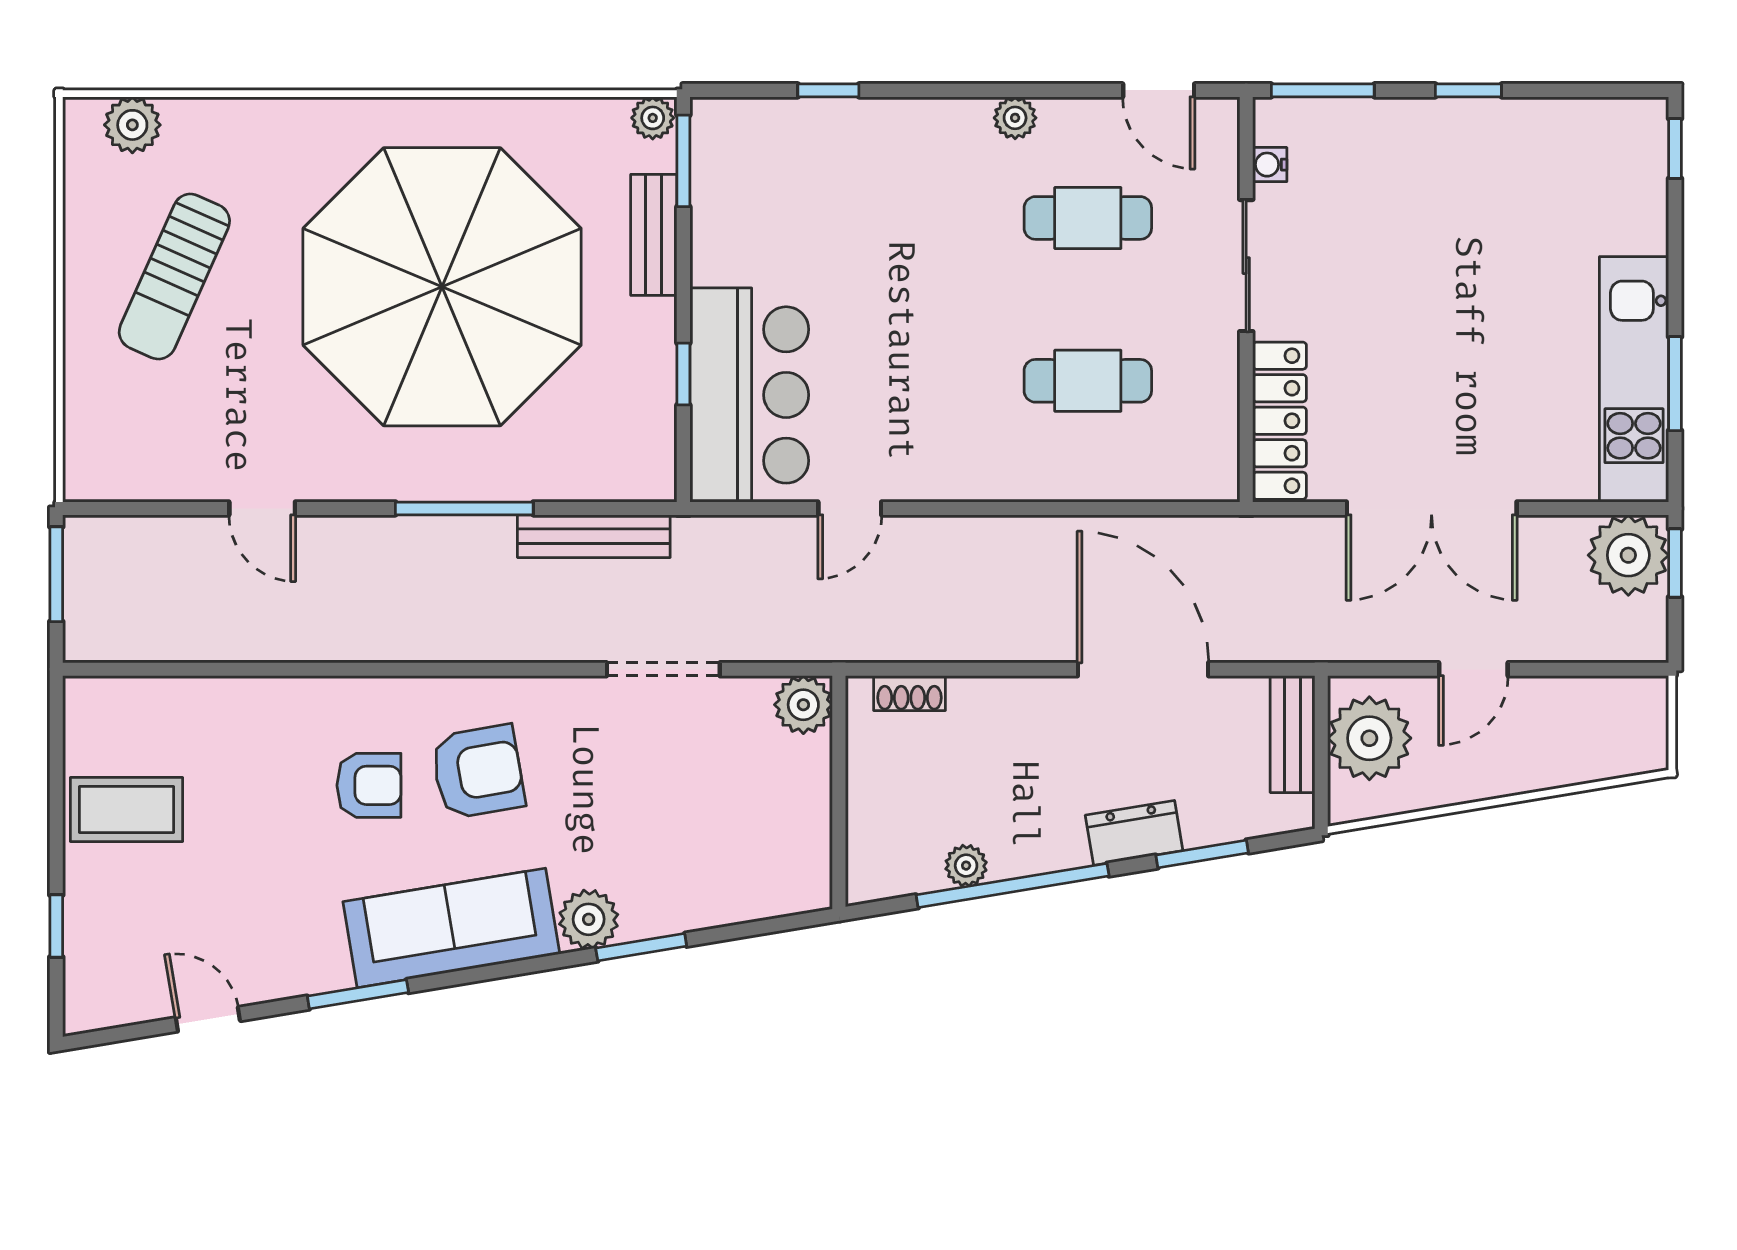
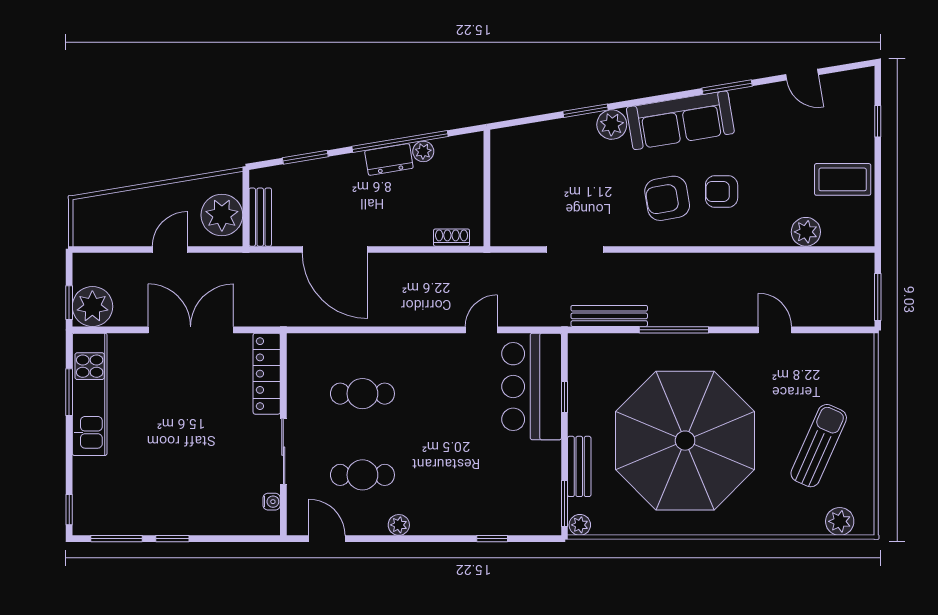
window: (1323, 90) -> (117, 539), moved
plant: (803, 705) -> (806, 232), moved
dresser: (1134, 833) -> (389, 159), moved

